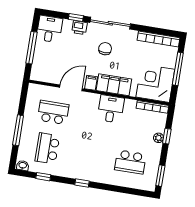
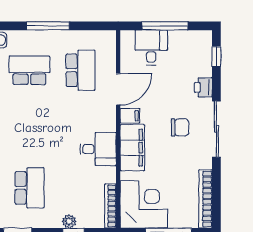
window: (76, 18) -> (216, 56), moved
desk: (49, 29) -> (151, 47), moved, turned -90
door: (71, 88) -> (118, 89), hinge flipped
school desk: (130, 162) -> (29, 188), turned 180

